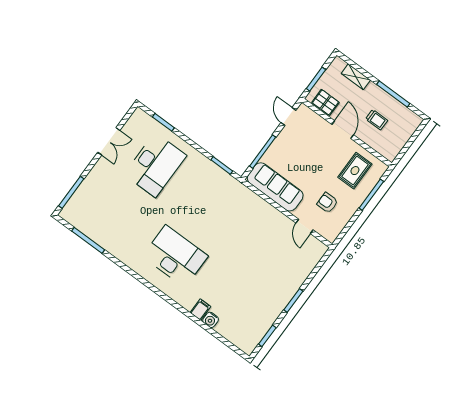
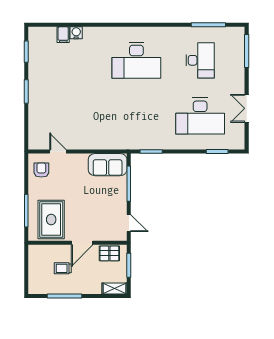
shelving: (356, 77) -> (114, 289), moved
door: (343, 130) -> (82, 243), hinge flipped
desk: (155, 165) -> (200, 116), turned -90
rug: (355, 171) -> (51, 219), width x1.36, depth x1.43
sofa: (275, 187) -> (108, 165), width x0.73
armchair: (327, 203) -> (41, 170), moved, turned -90
desk: (119, 214) -> (200, 60), added
filing cabinet: (200, 310) -> (63, 35), moved

